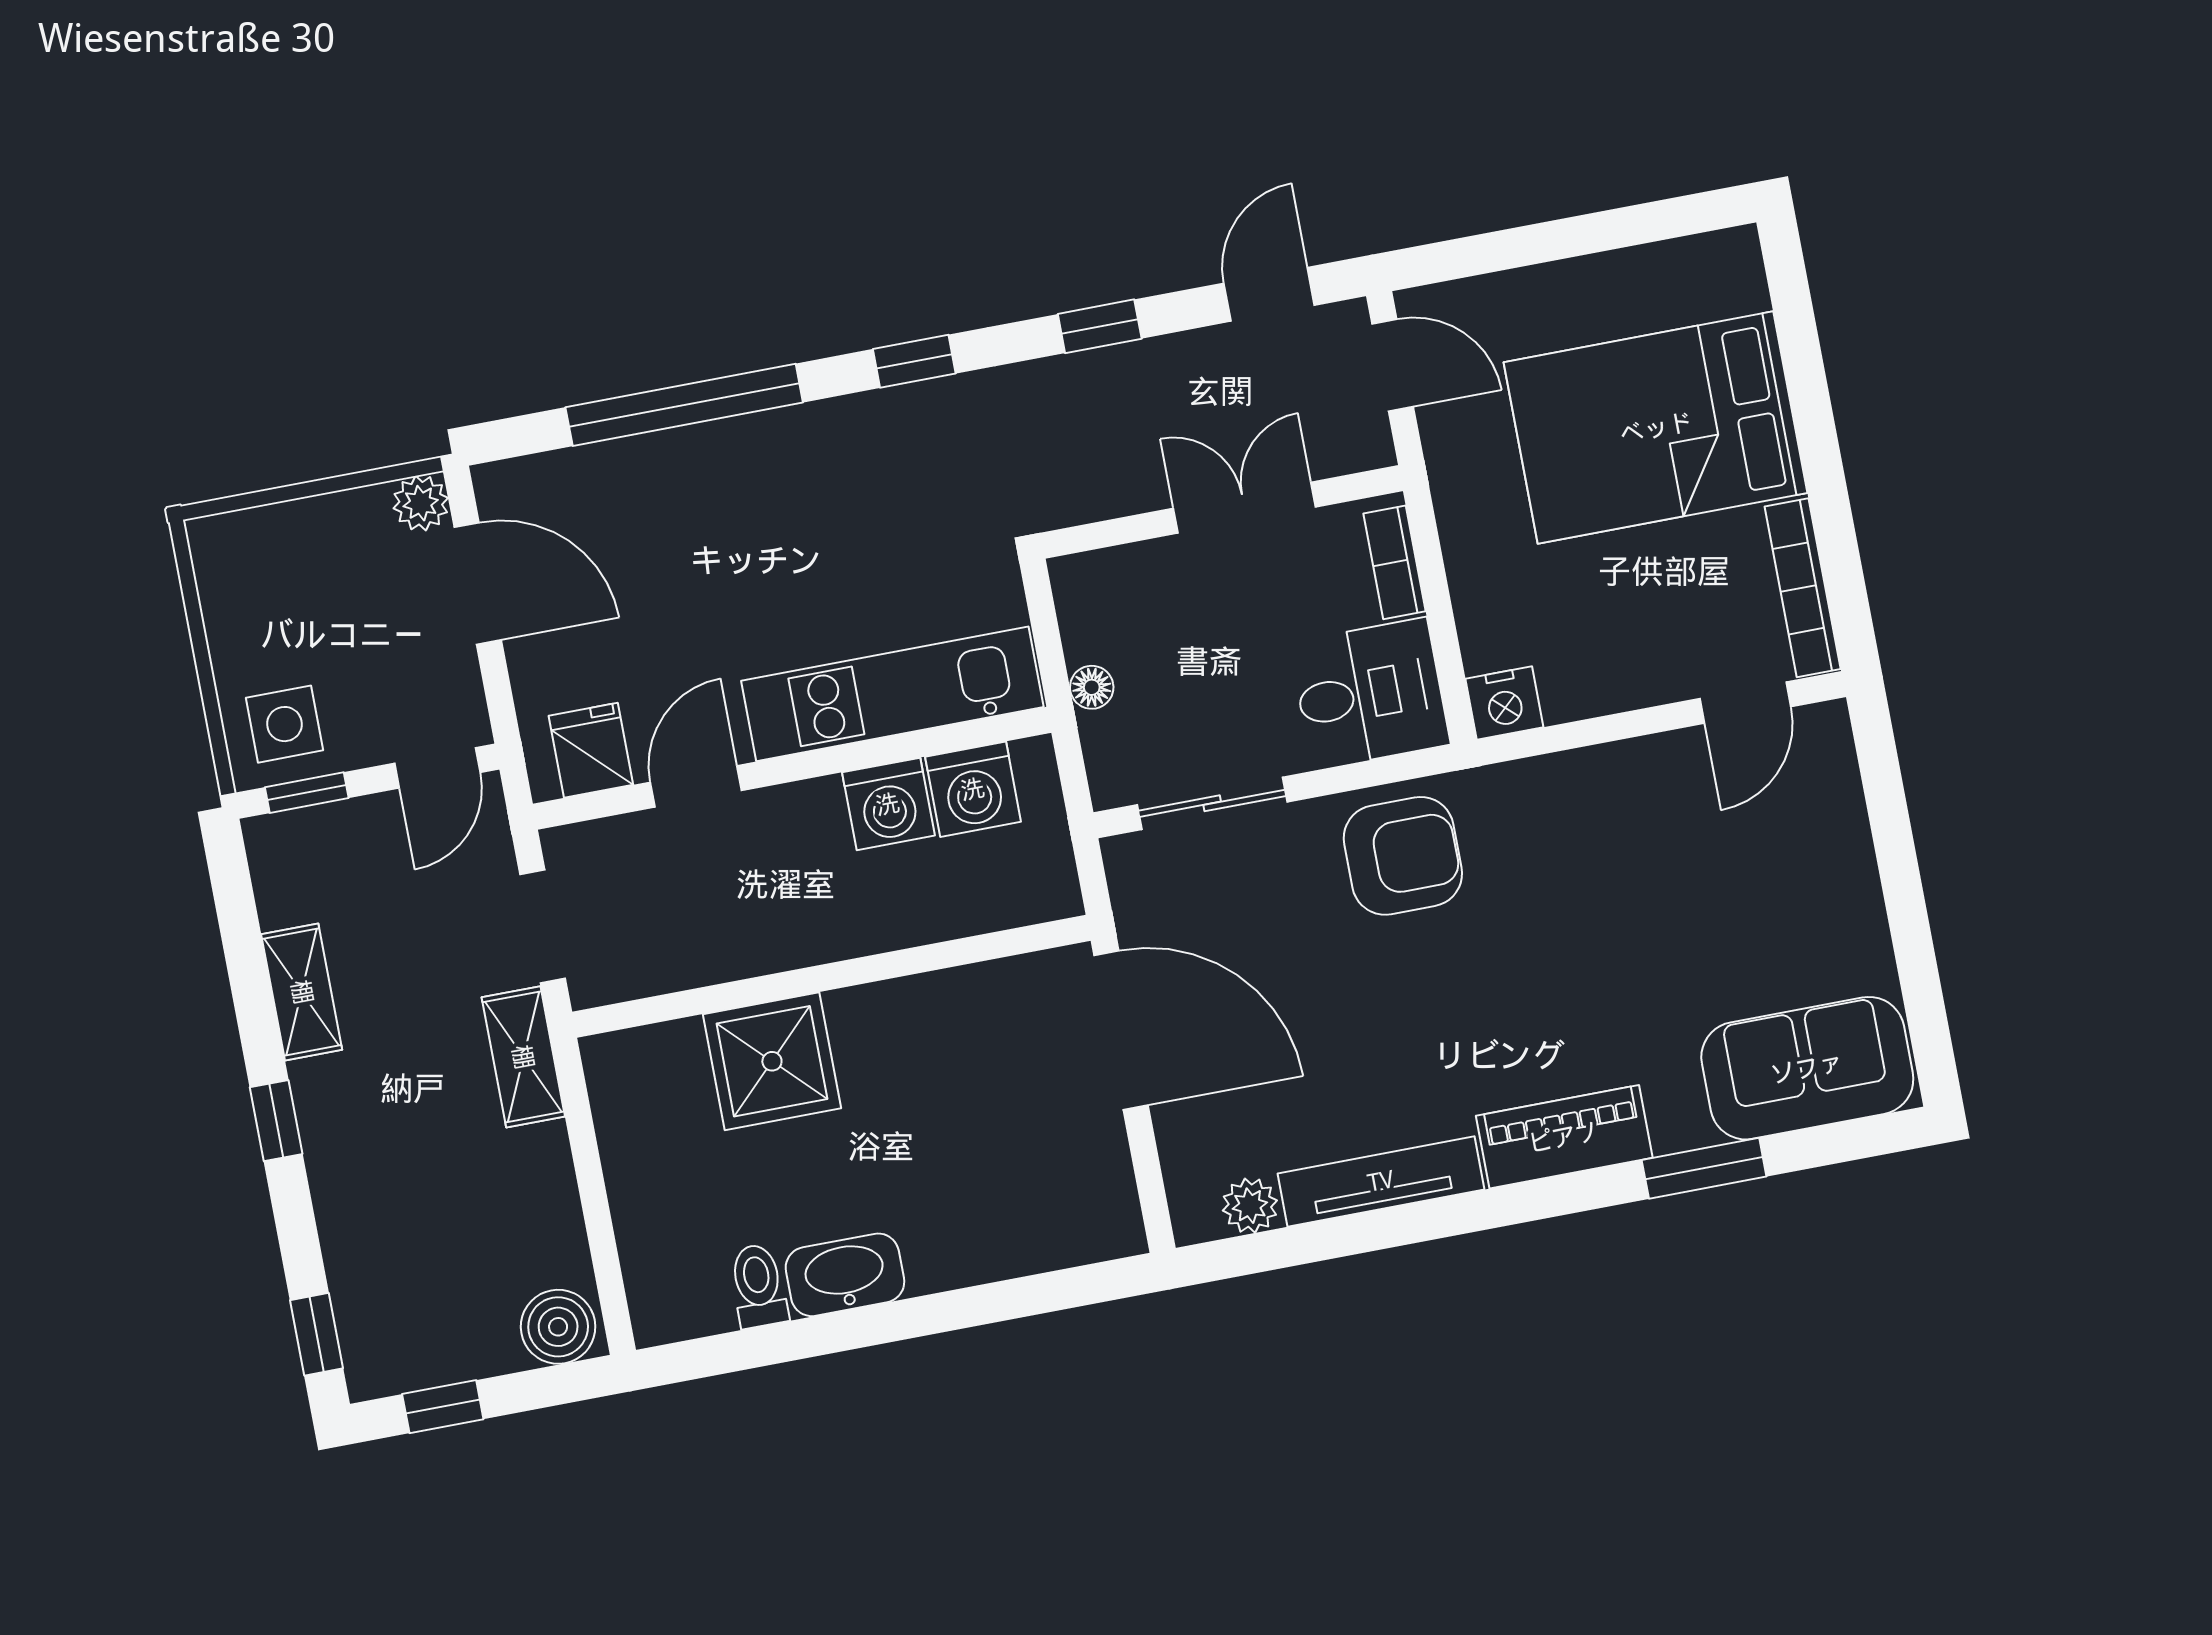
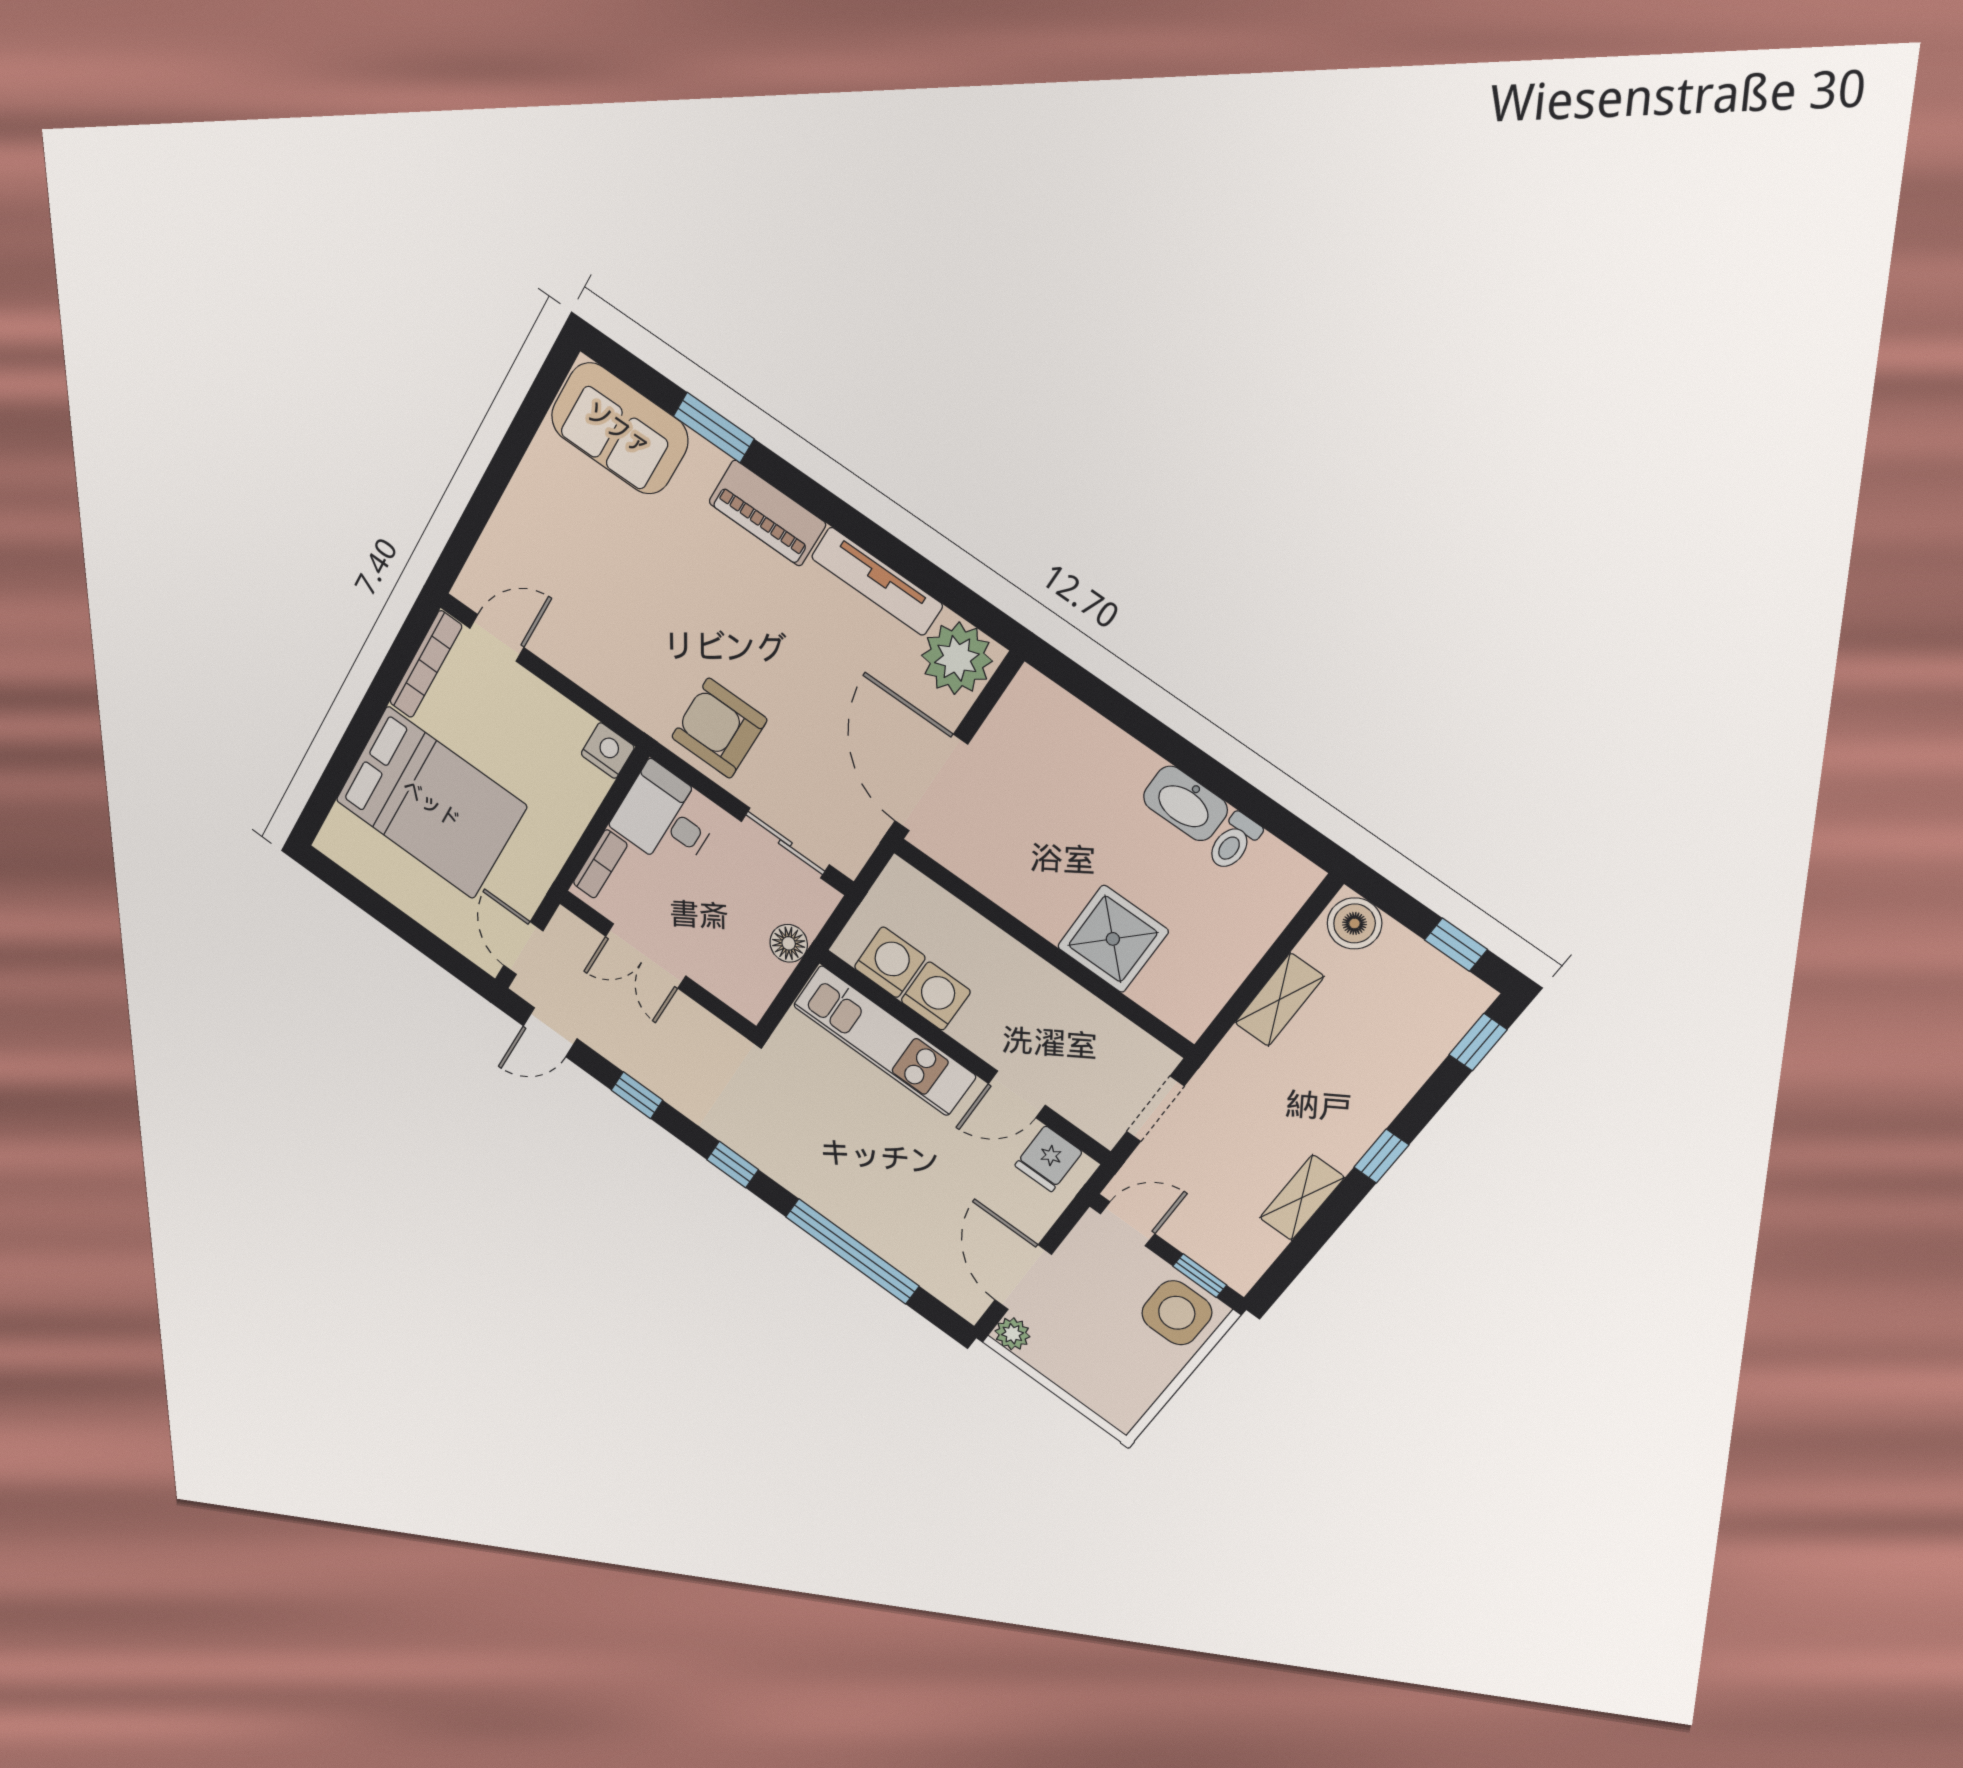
floor lamp: (1092, 687) -> (789, 943), width x1.37, depth x1.37
side table: (285, 724) -> (1177, 1313), width x1.37, depth x1.37
shelving: (523, 1057) -> (1279, 1000), moved
plant: (1250, 1206) -> (957, 658), width x1.87, depth x1.87

